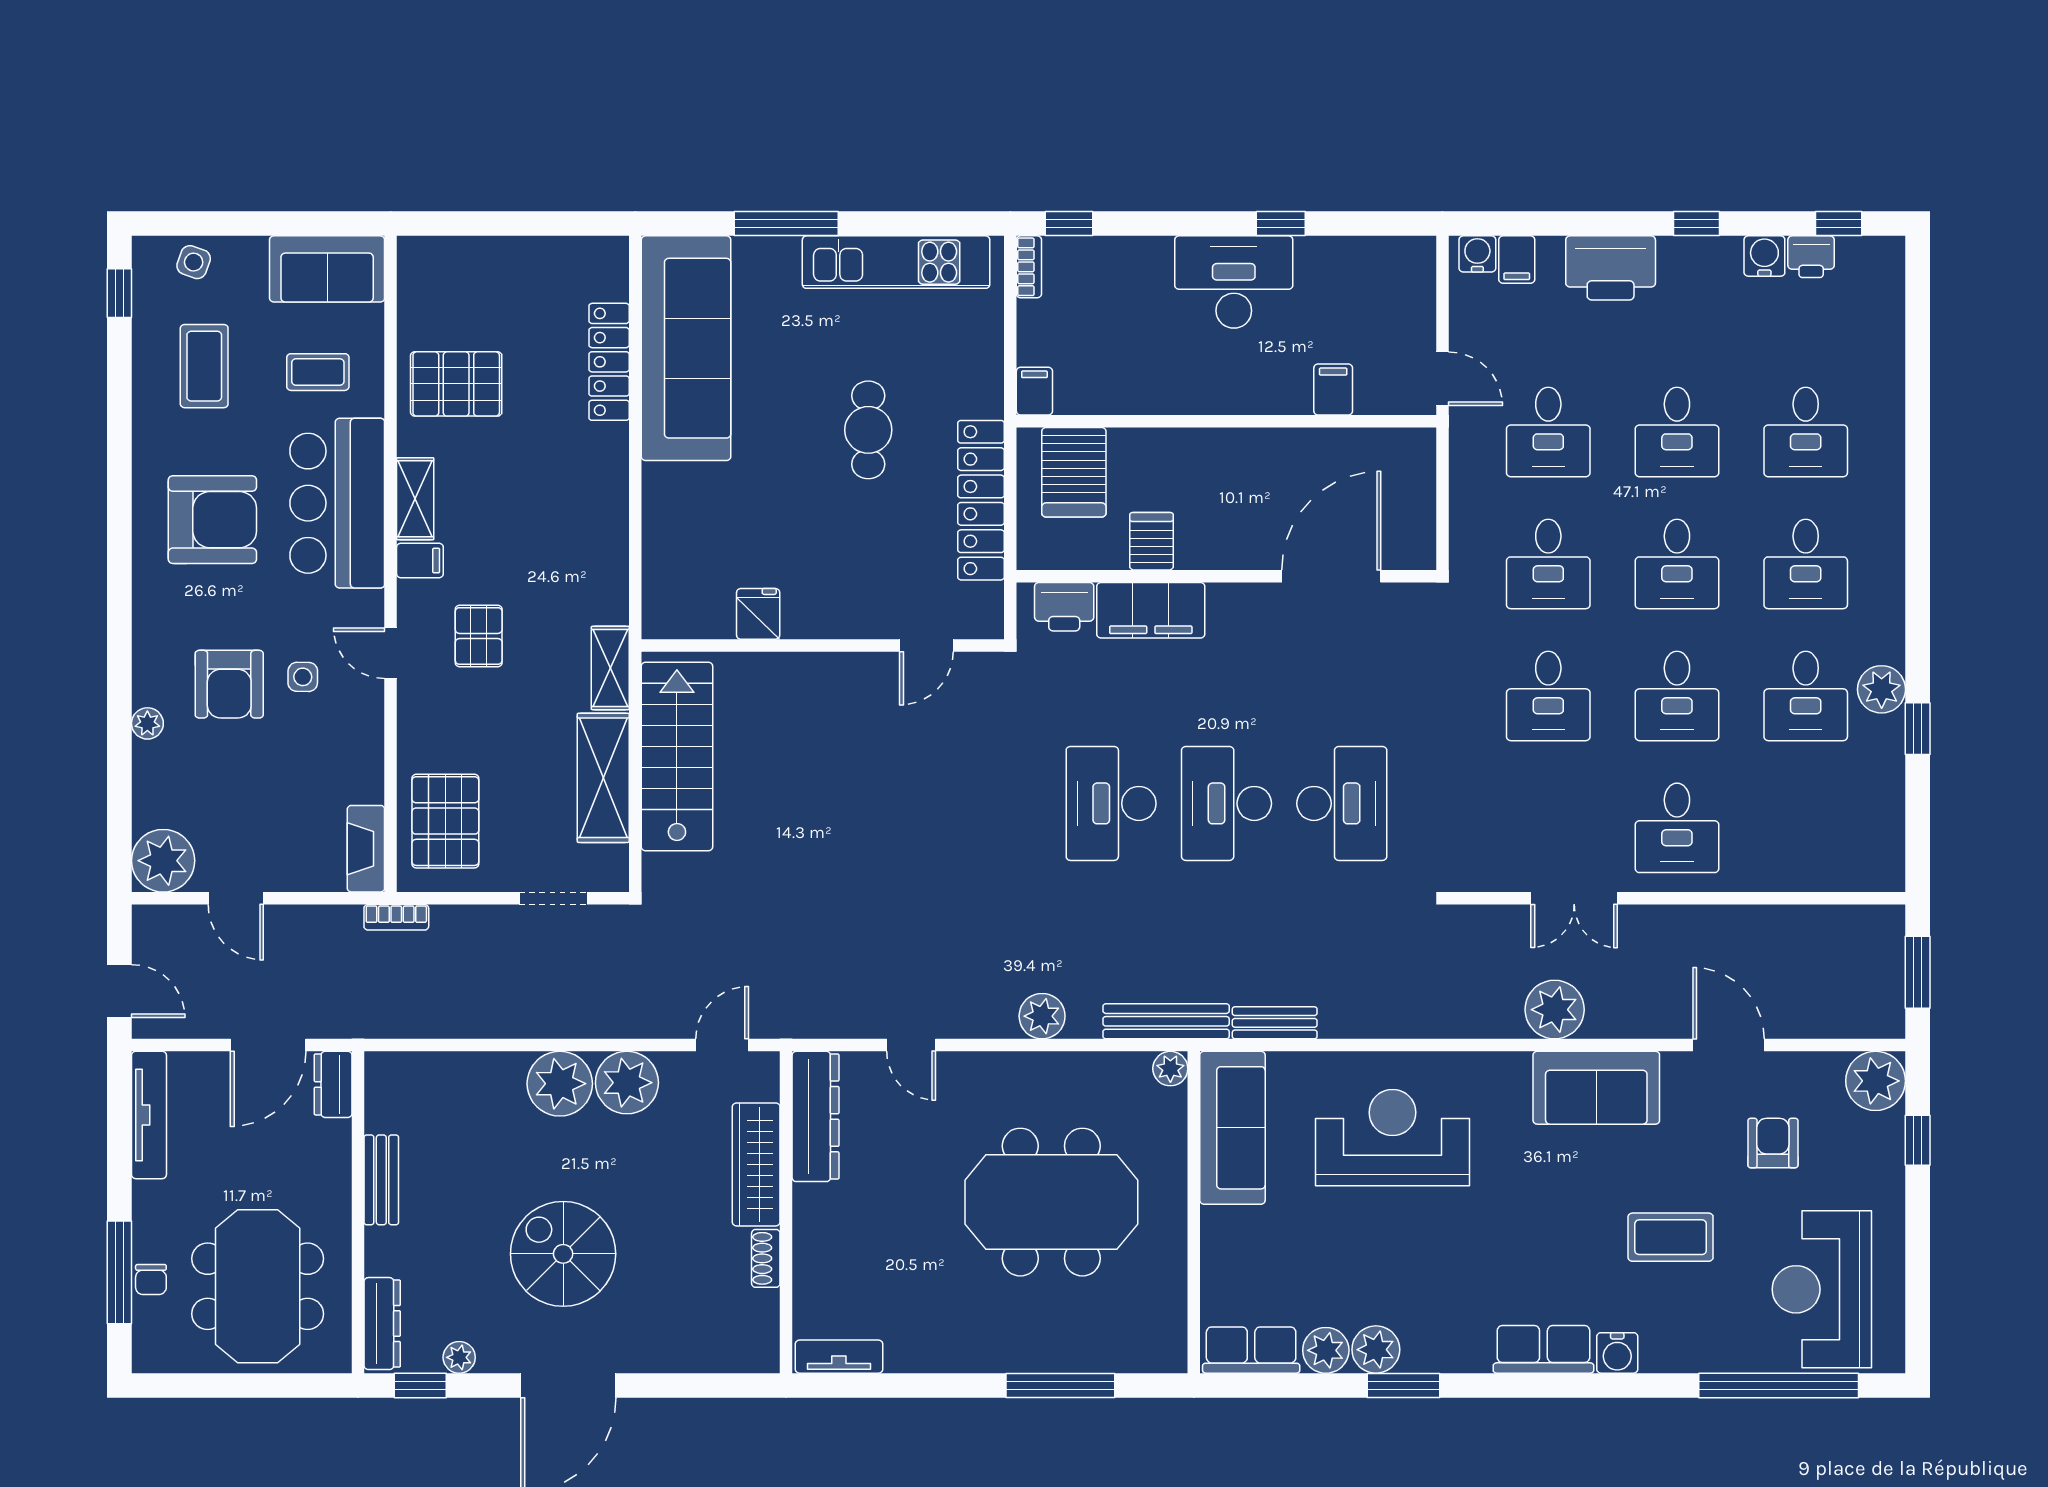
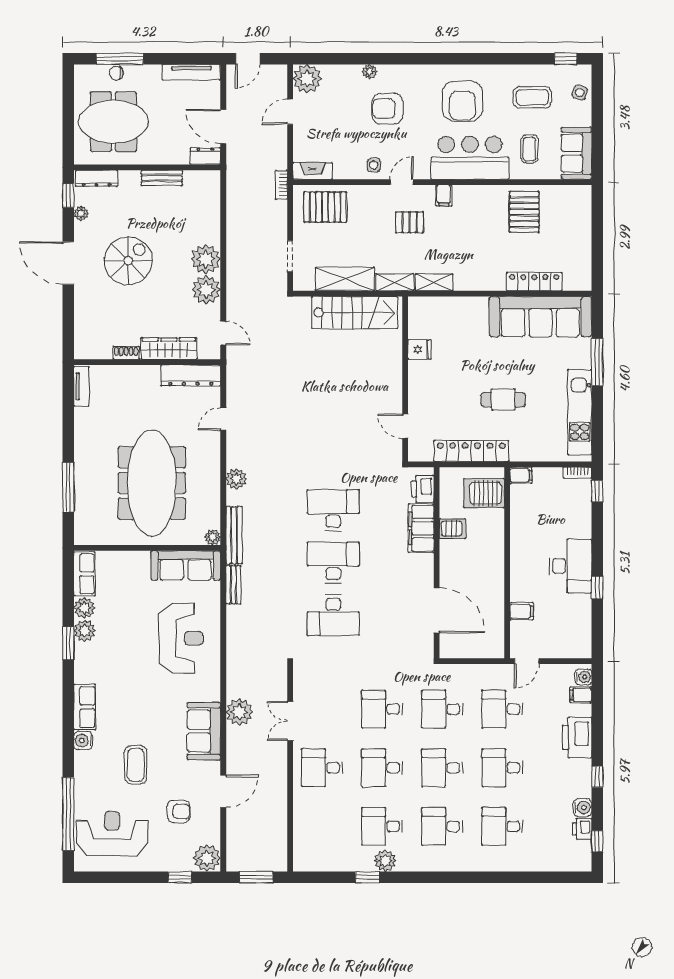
shelving: (415, 499) -> (434, 282), moved
side table: (303, 677) -> (374, 165), moved
meeting table: (1051, 1202) -> (152, 483), width x1.36

